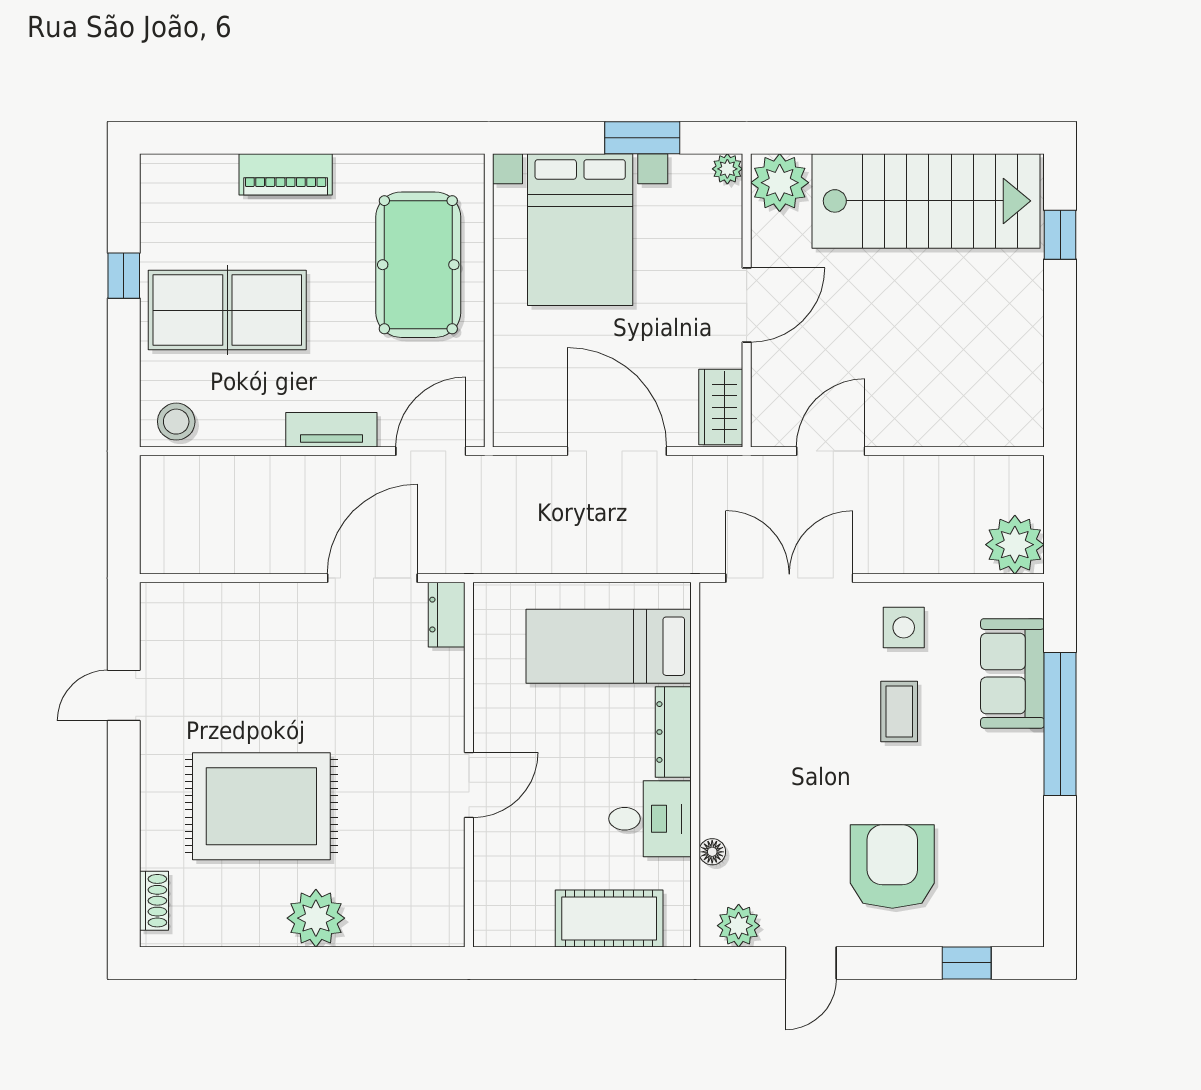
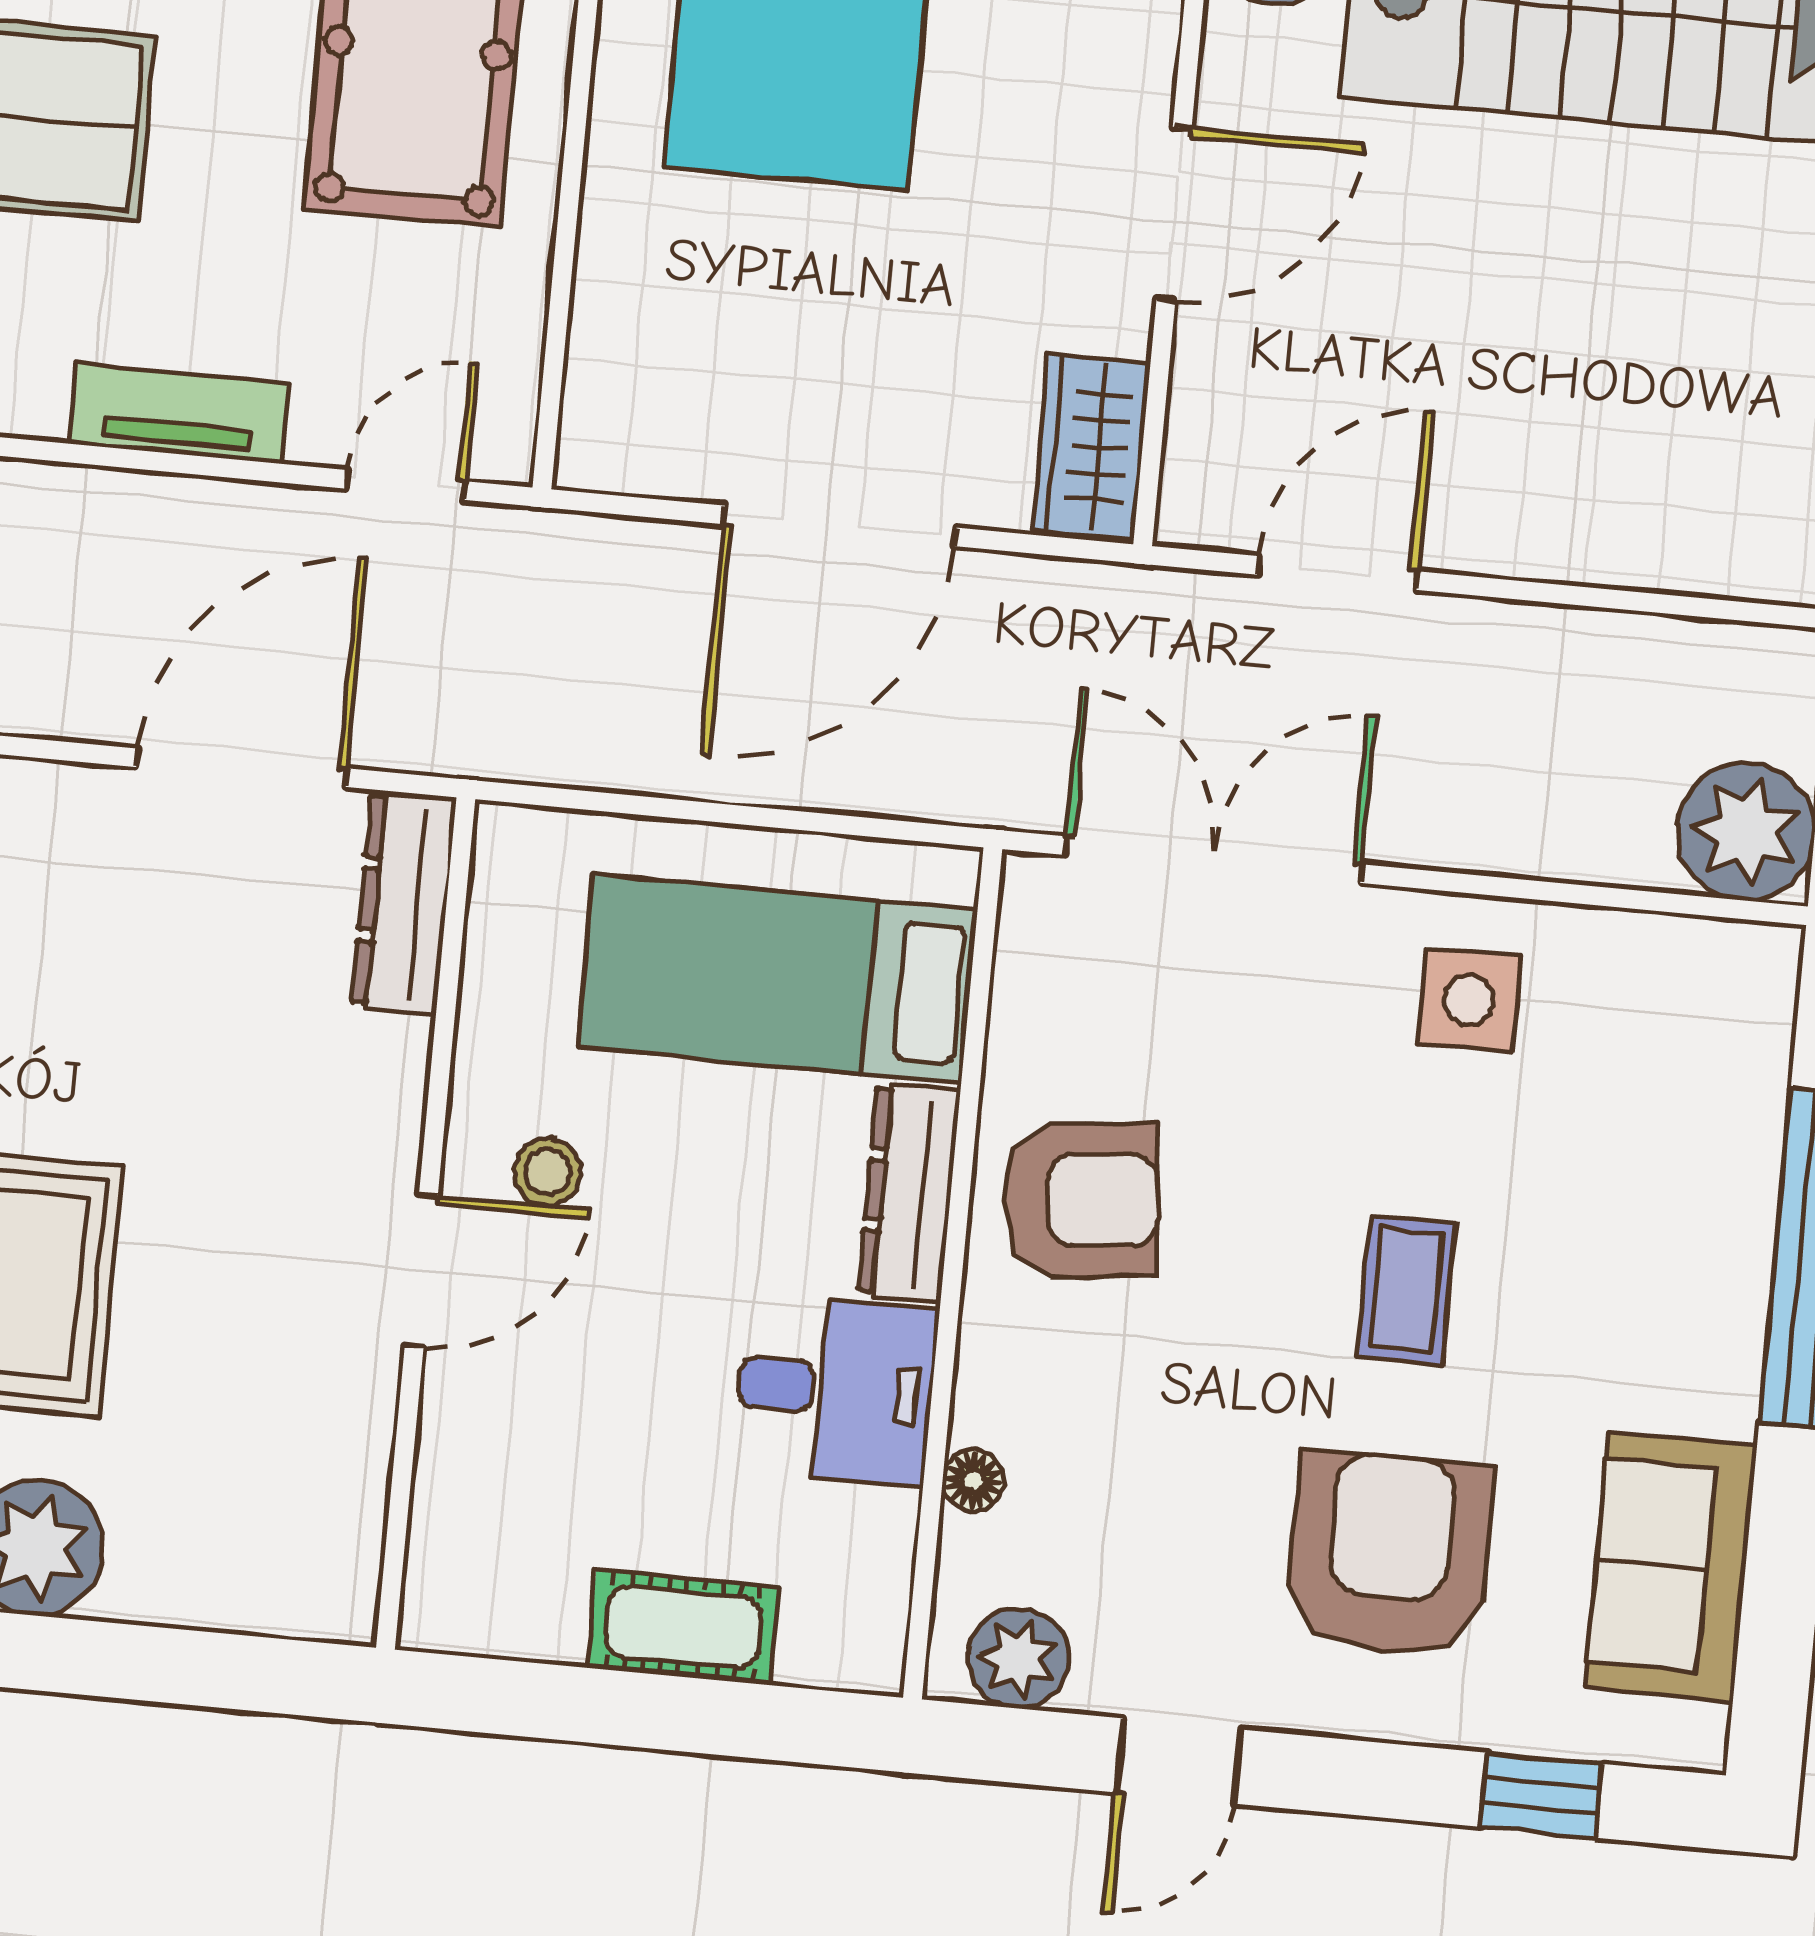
door: (431, 451) -> (406, 485), width x0.73
door: (617, 451) -> (840, 526), swing flipped
dresser: (447, 615) -> (404, 902), width x1.44
sofa: (1012, 673) -> (1671, 1567), moved
coffee table: (899, 711) -> (1407, 1290), moved
armchair: (747, 728) -> (1081, 1200), added
stool: (519, 738) -> (548, 1172), added
cot: (609, 919) -> (683, 1627), width x0.73, depth x0.75

